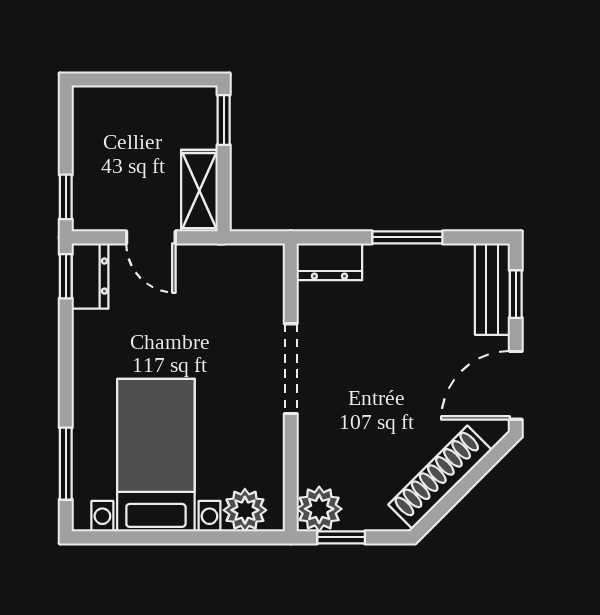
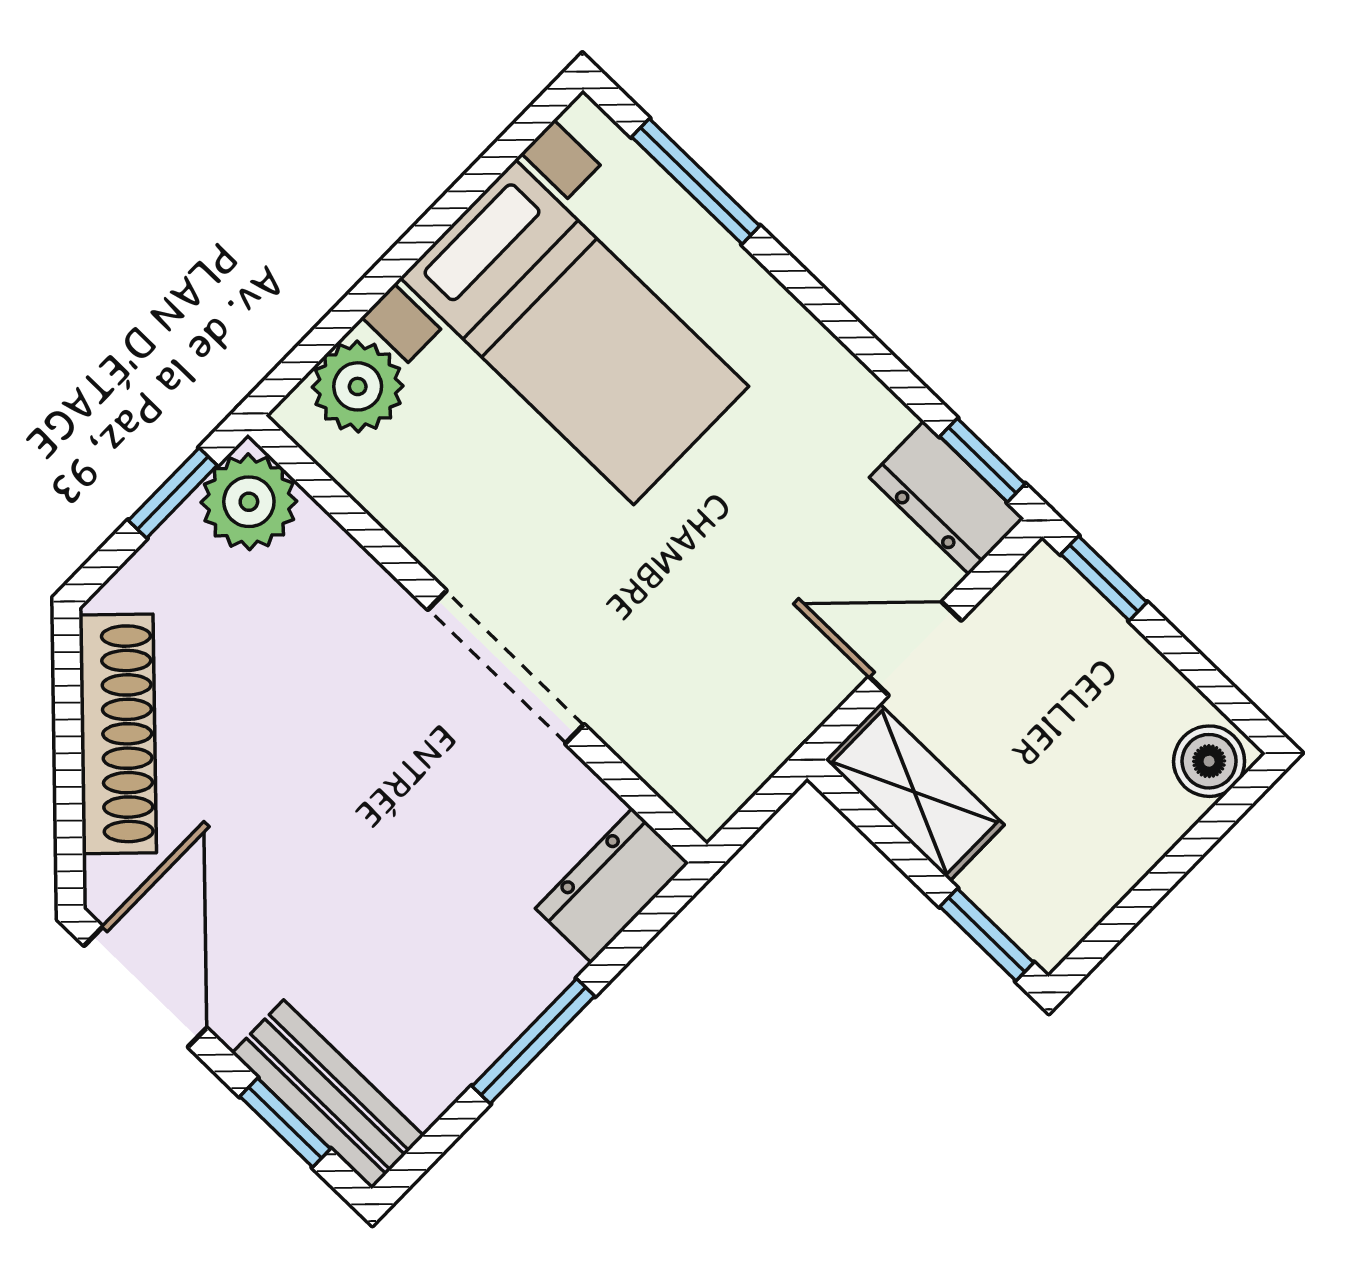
boiler: (93, 102) -> (1209, 761), added

